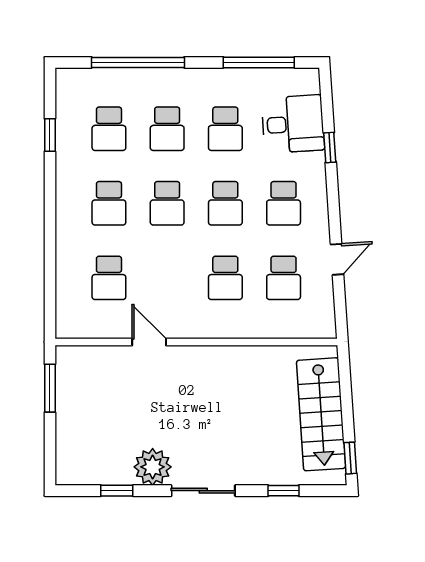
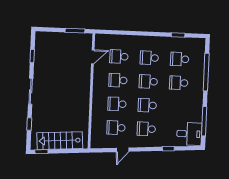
desk: (293, 124) -> (189, 134), moved, turned -86
school desk: (225, 129) -> (118, 80), moved
door: (337, 259) -> (123, 150), hinge flipped
door: (149, 342) -> (93, 57), moved
plant: (153, 467) -> (41, 71), removed

